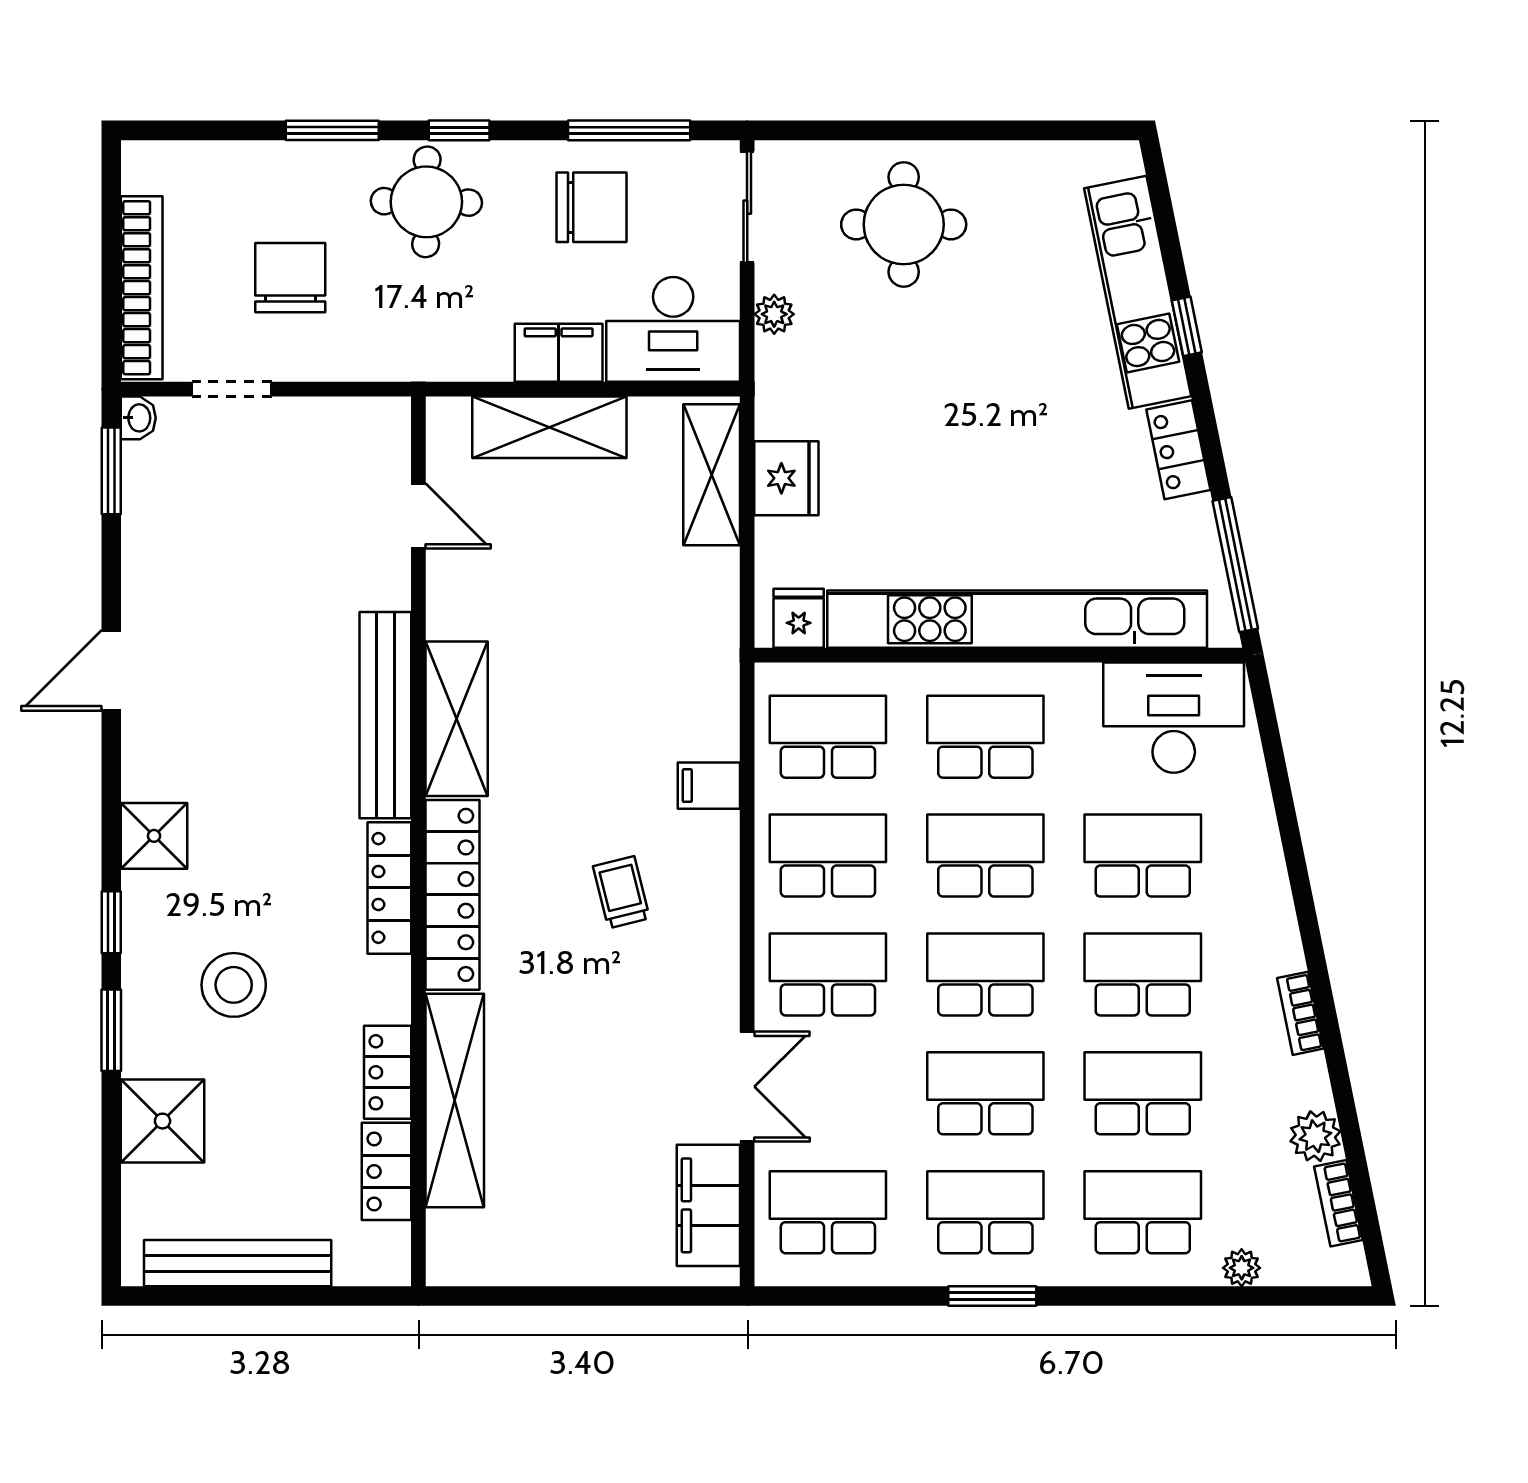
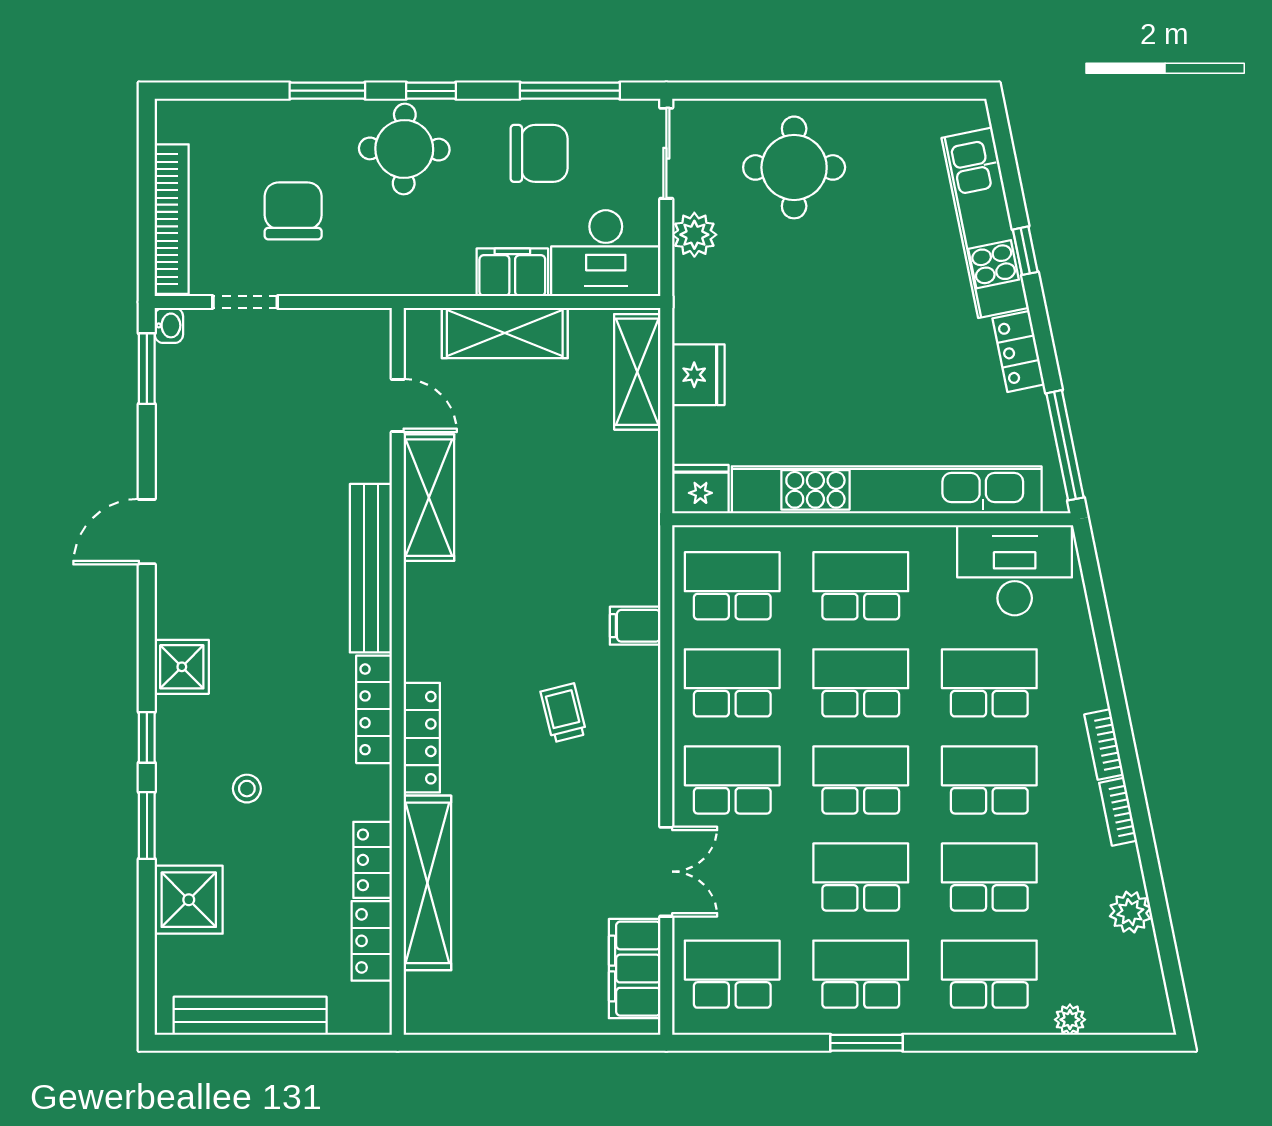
plant: (774, 314) -> (694, 235), width x1.38, depth x1.38
fridge: (799, 618) -> (700, 489), width x1.38
shelving: (457, 719) -> (429, 498), moved
locker: (452, 895) -> (422, 738), width x0.71, depth x0.83
stool: (234, 985) -> (247, 789), width x0.53, depth x0.53
bookcase: (1338, 1203) -> (1104, 744), moved

